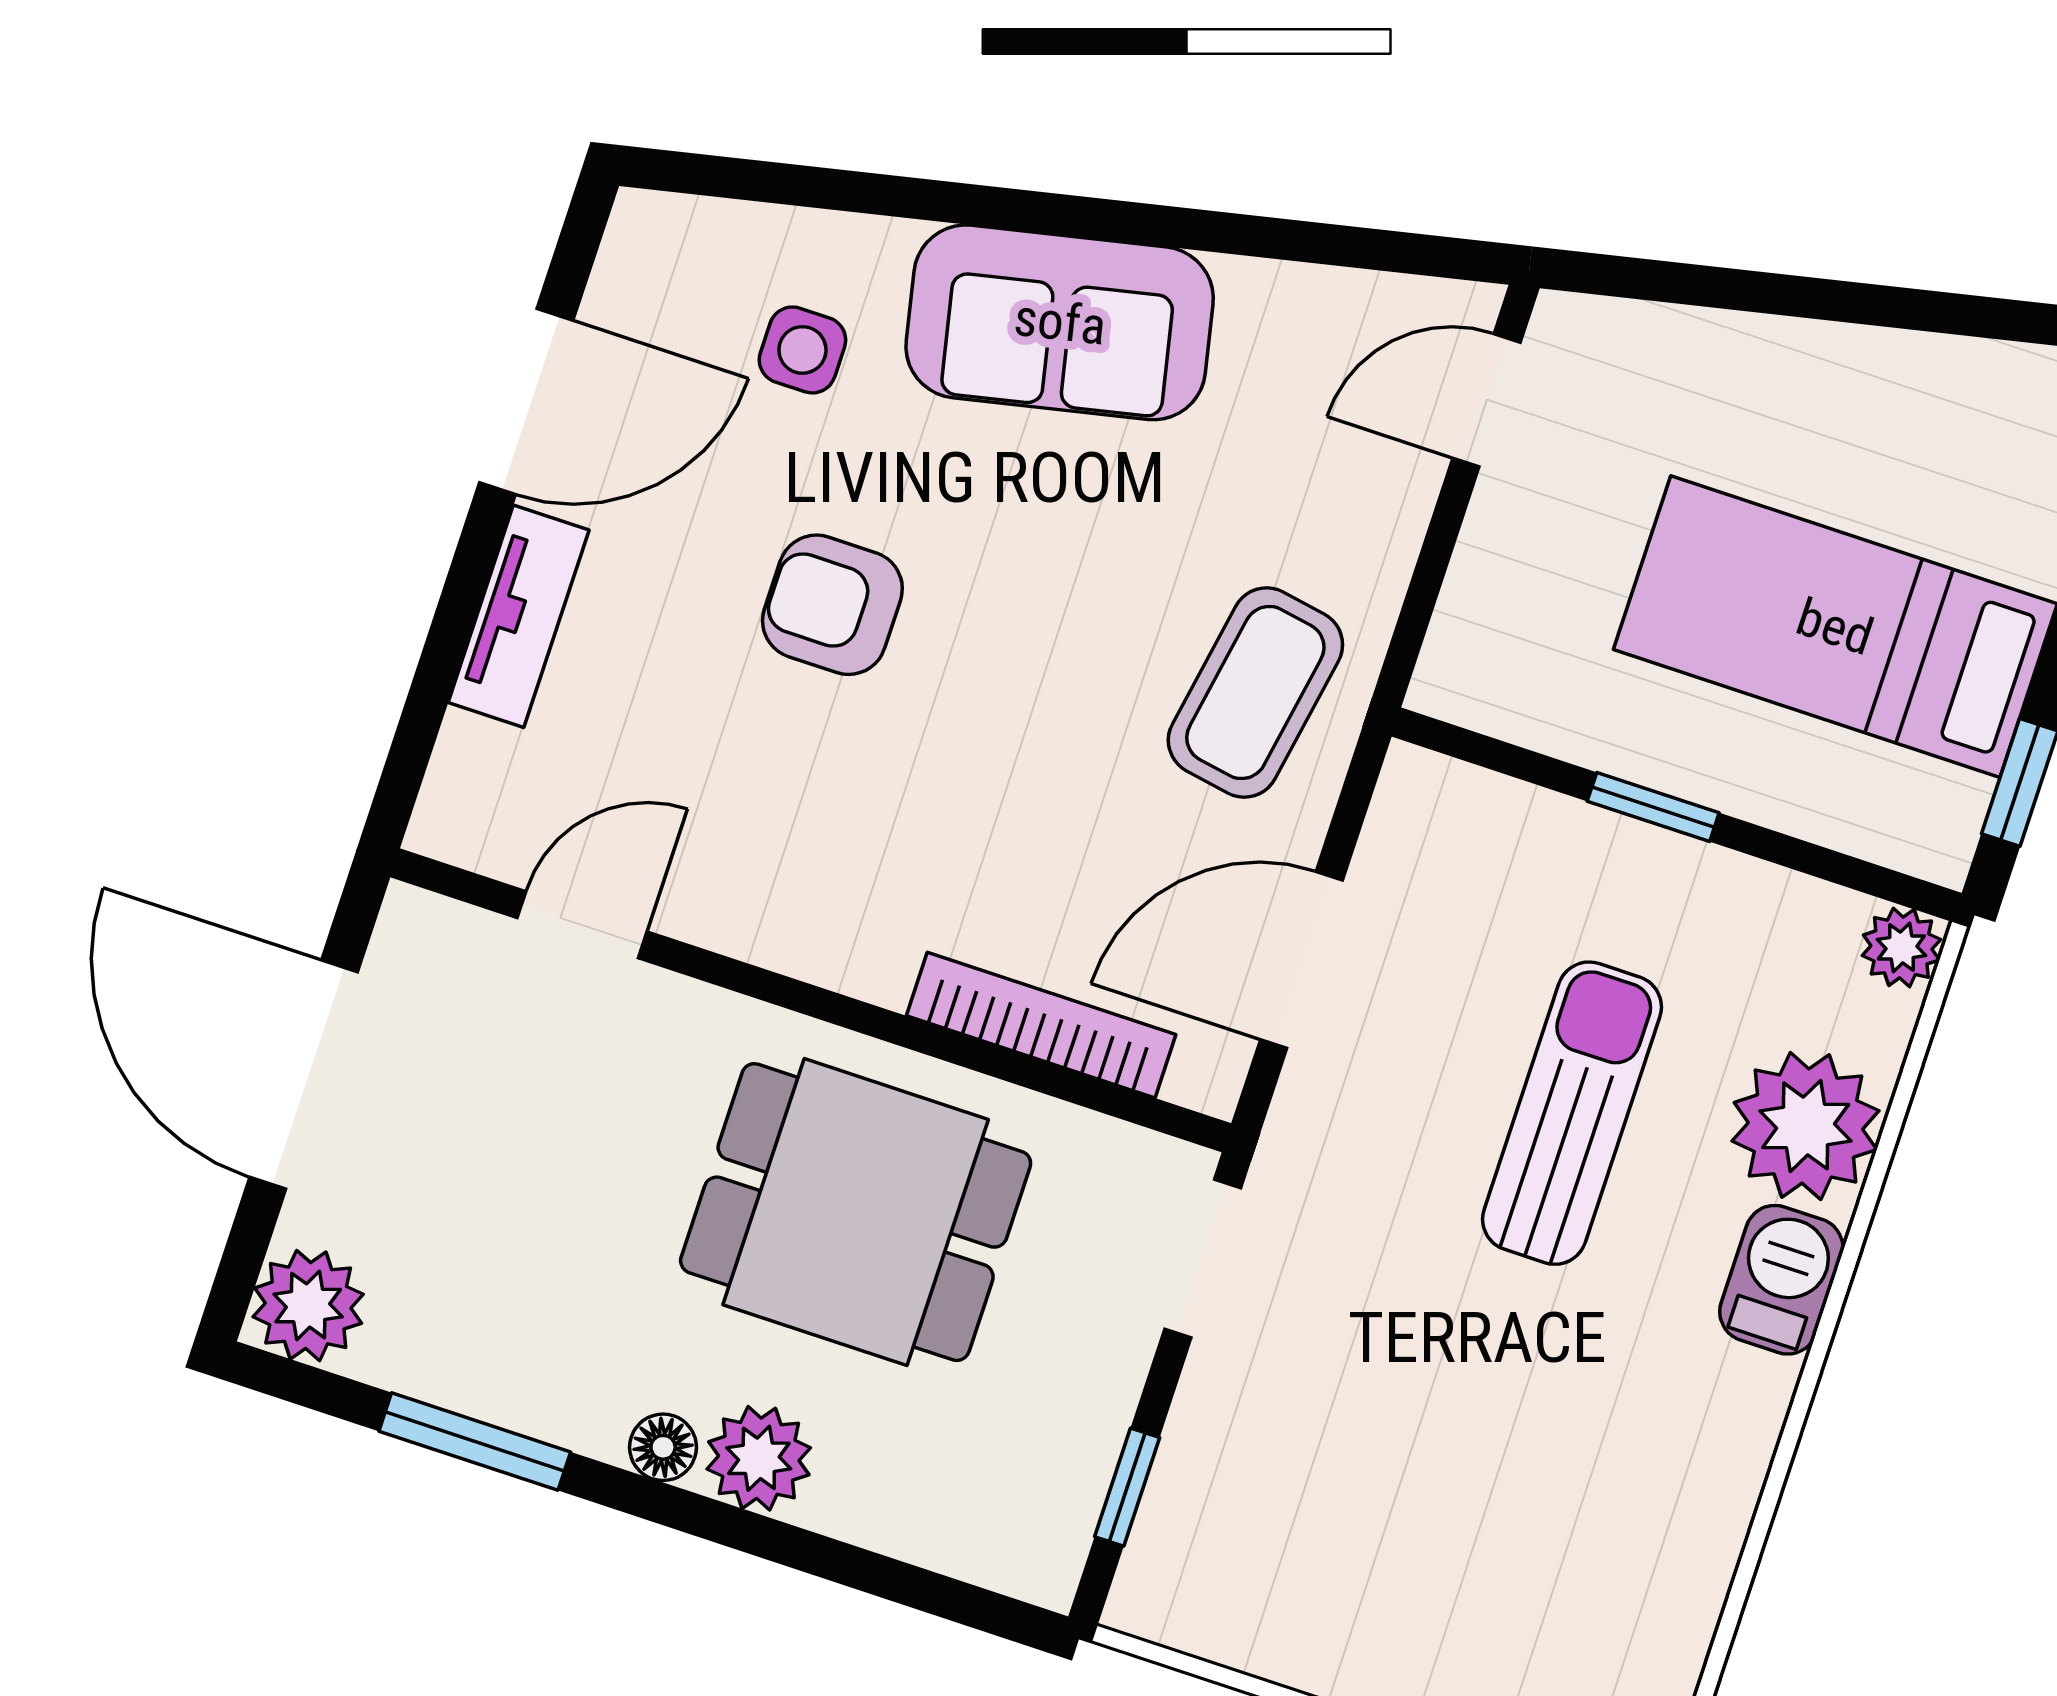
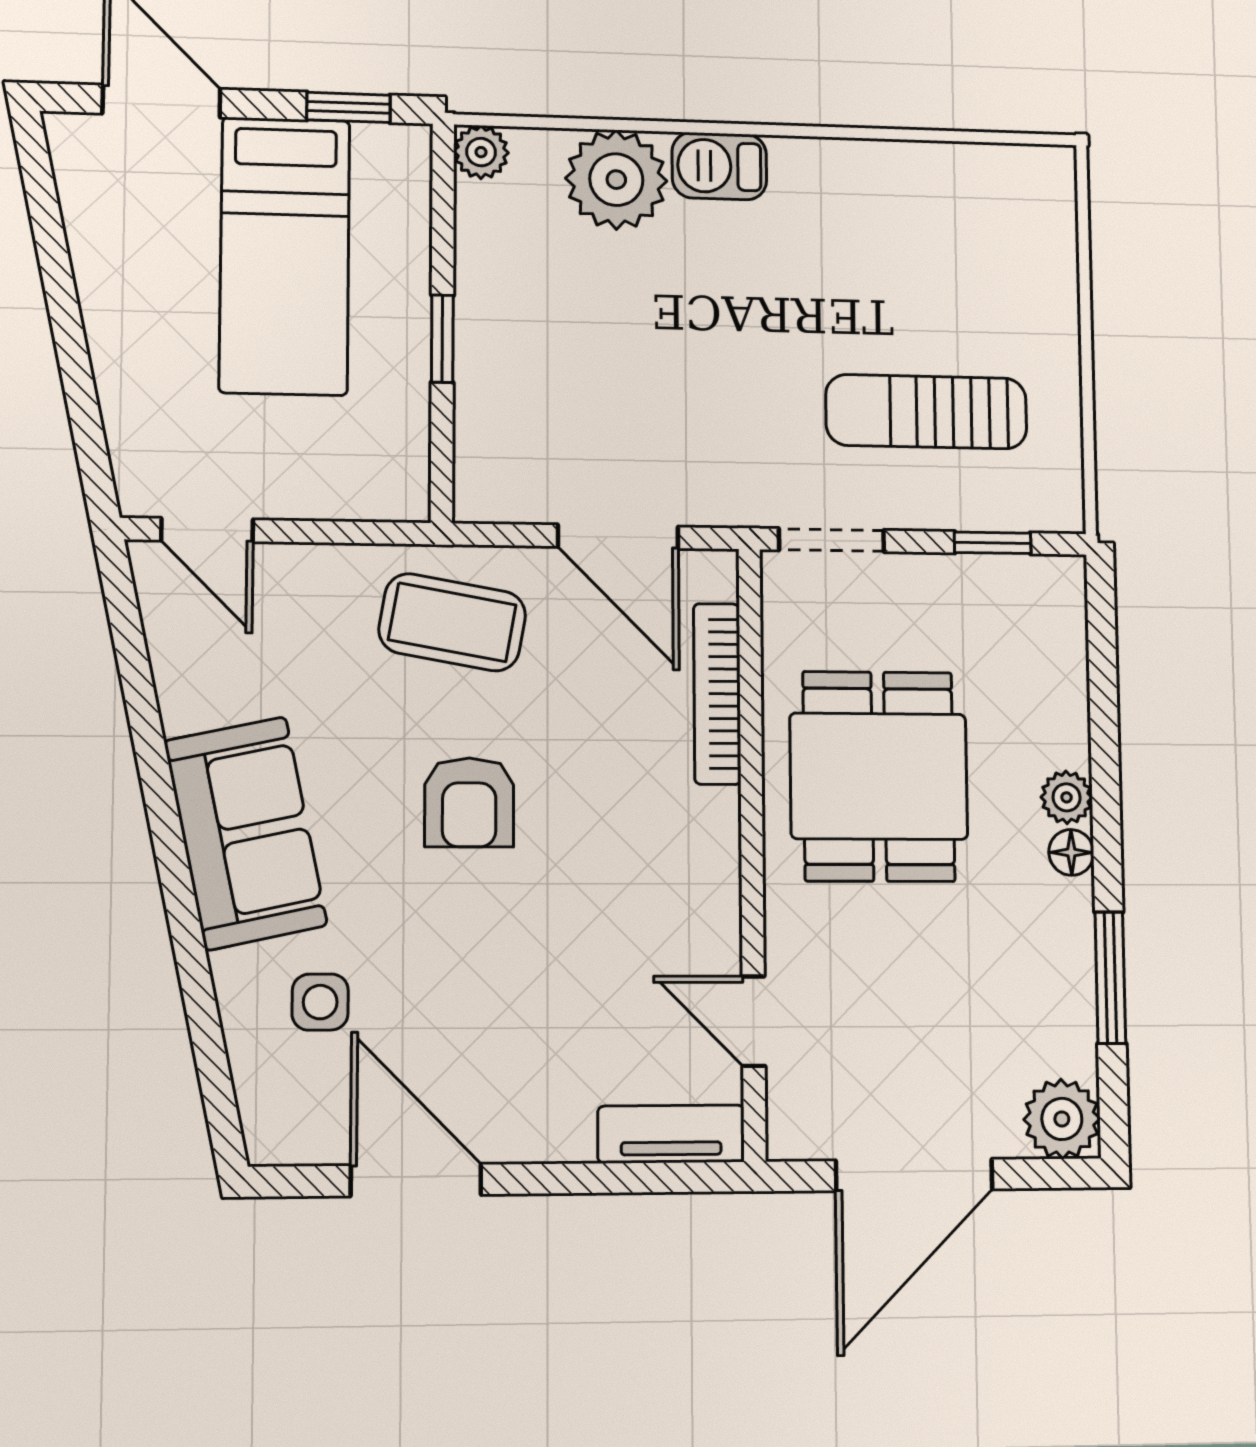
armchair: (832, 605) -> (469, 802), moved
tv unit: (519, 616) -> (671, 1134), moved
sun lounger: (1572, 1113) -> (926, 412), moved
plant: (759, 1458) -> (1067, 797), width x0.73, depth x0.73

